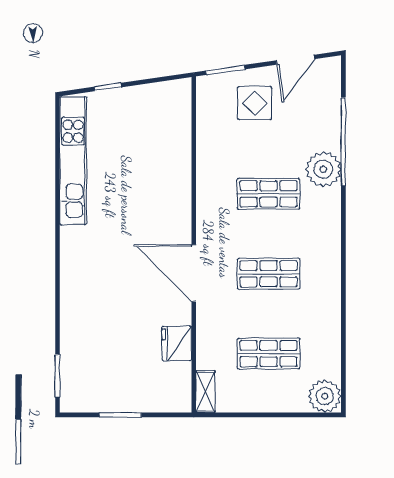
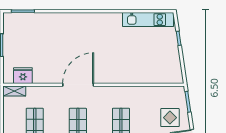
kitchen unit: (73, 161) -> (148, 20), width x0.73
fridge: (177, 343) -> (23, 76), moved

